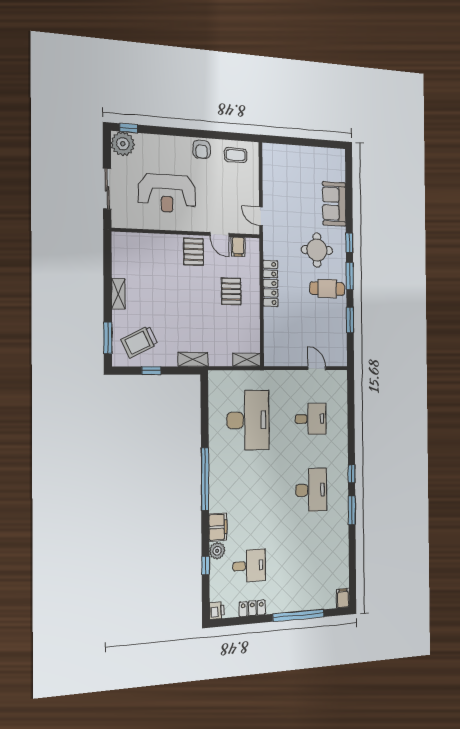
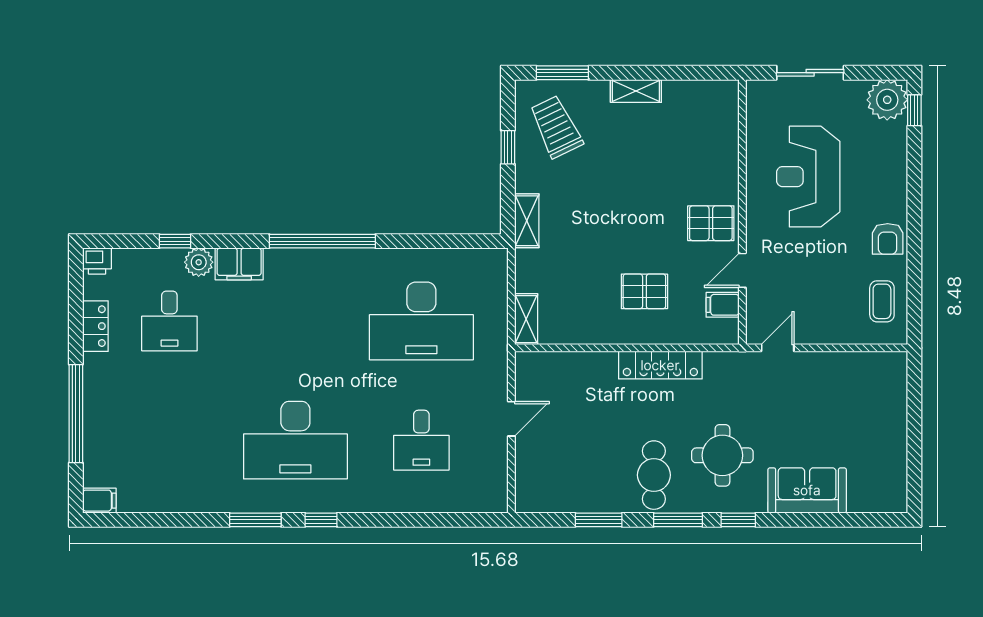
armchair: (202, 149) -> (888, 239), turned -90
door: (317, 368) -> (511, 419), moved
desk: (311, 490) -> (295, 440), width x1.36, depth x1.30

